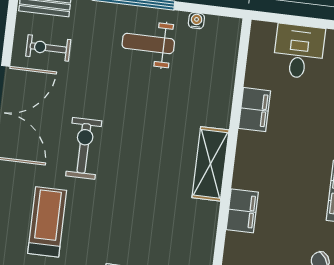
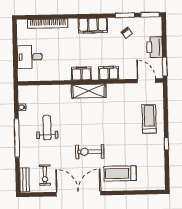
weight bench: (148, 43) -> (47, 128), moved, turned 180
filing cabinet: (255, 110) -> (81, 73), moved
treadmill: (47, 222) -> (120, 173), moved

